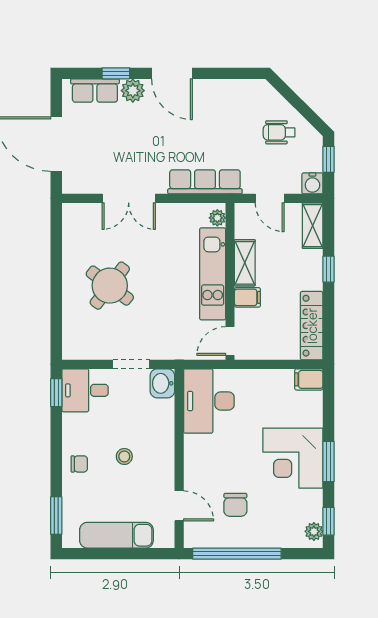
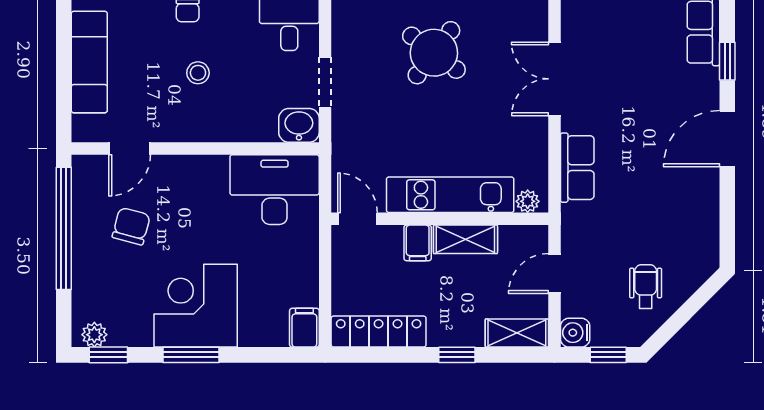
plant: (133, 91) -> (703, 85), removed
row of seats: (205, 182) -> (577, 168), width x0.68
chair: (235, 505) -> (131, 226), turned 105

